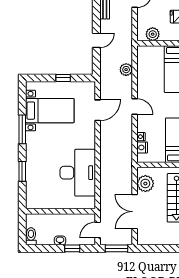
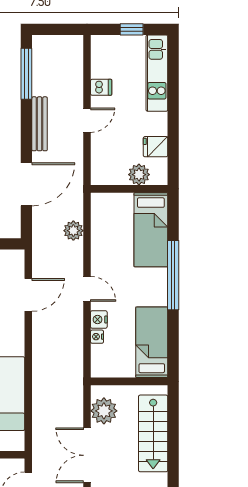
plant: (153, 34) -> (139, 175), moved
door: (96, 40) -> (26, 184), width x1.88
nightstand: (142, 147) -> (99, 319), moved

